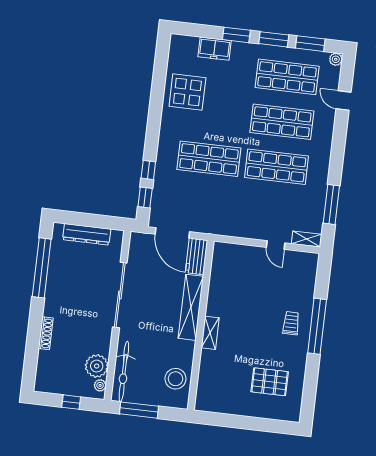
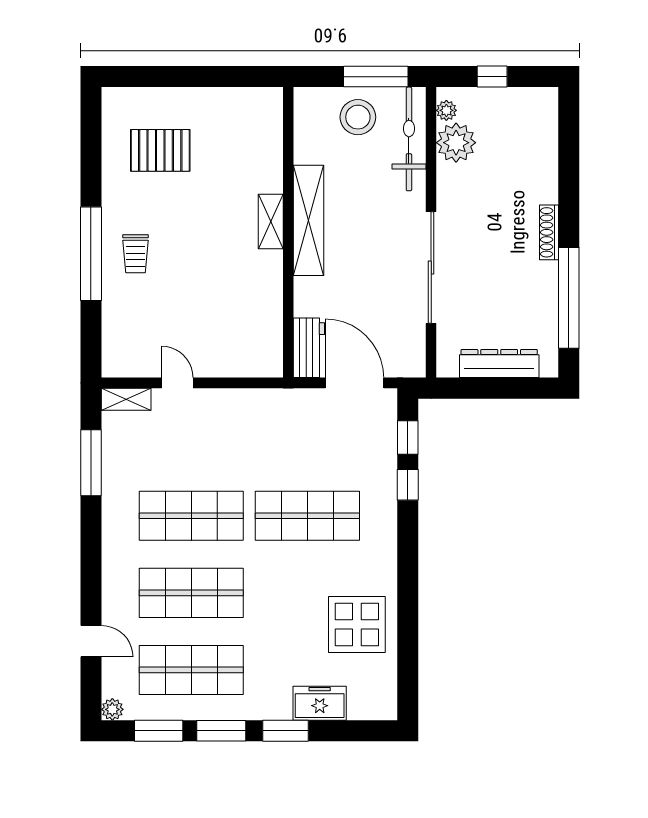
shelving: (191, 307) -> (308, 220), moved
shoe rack: (46, 333) -> (549, 232), moved
stool: (175, 379) -> (358, 117), moved

